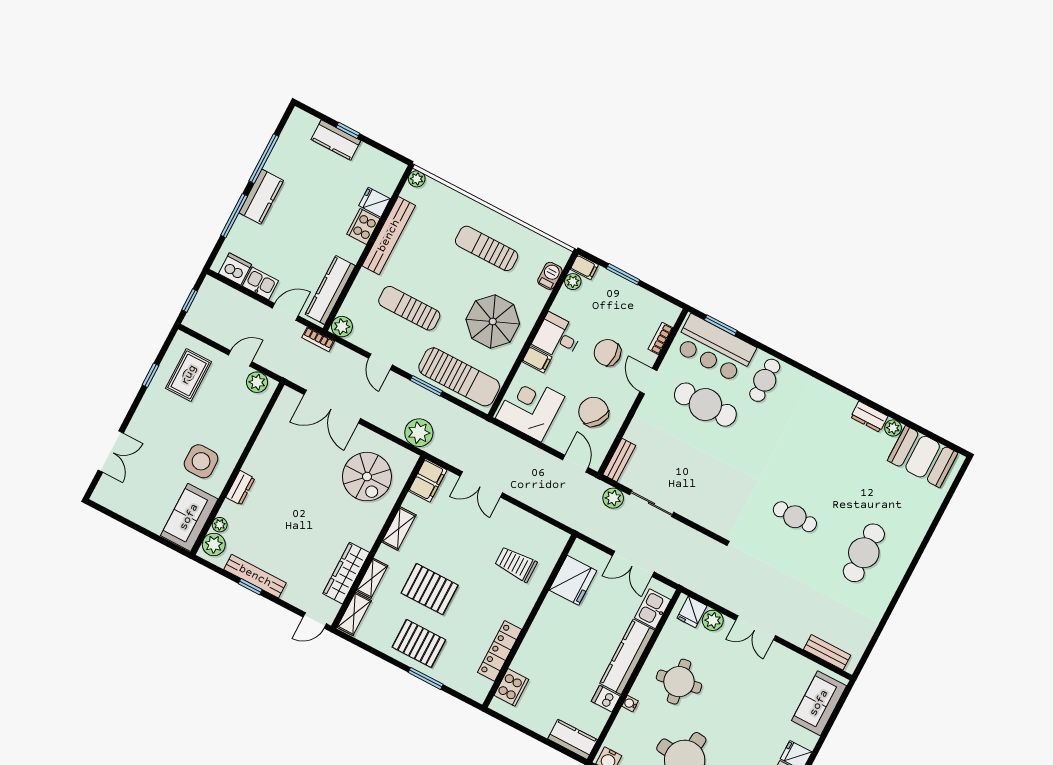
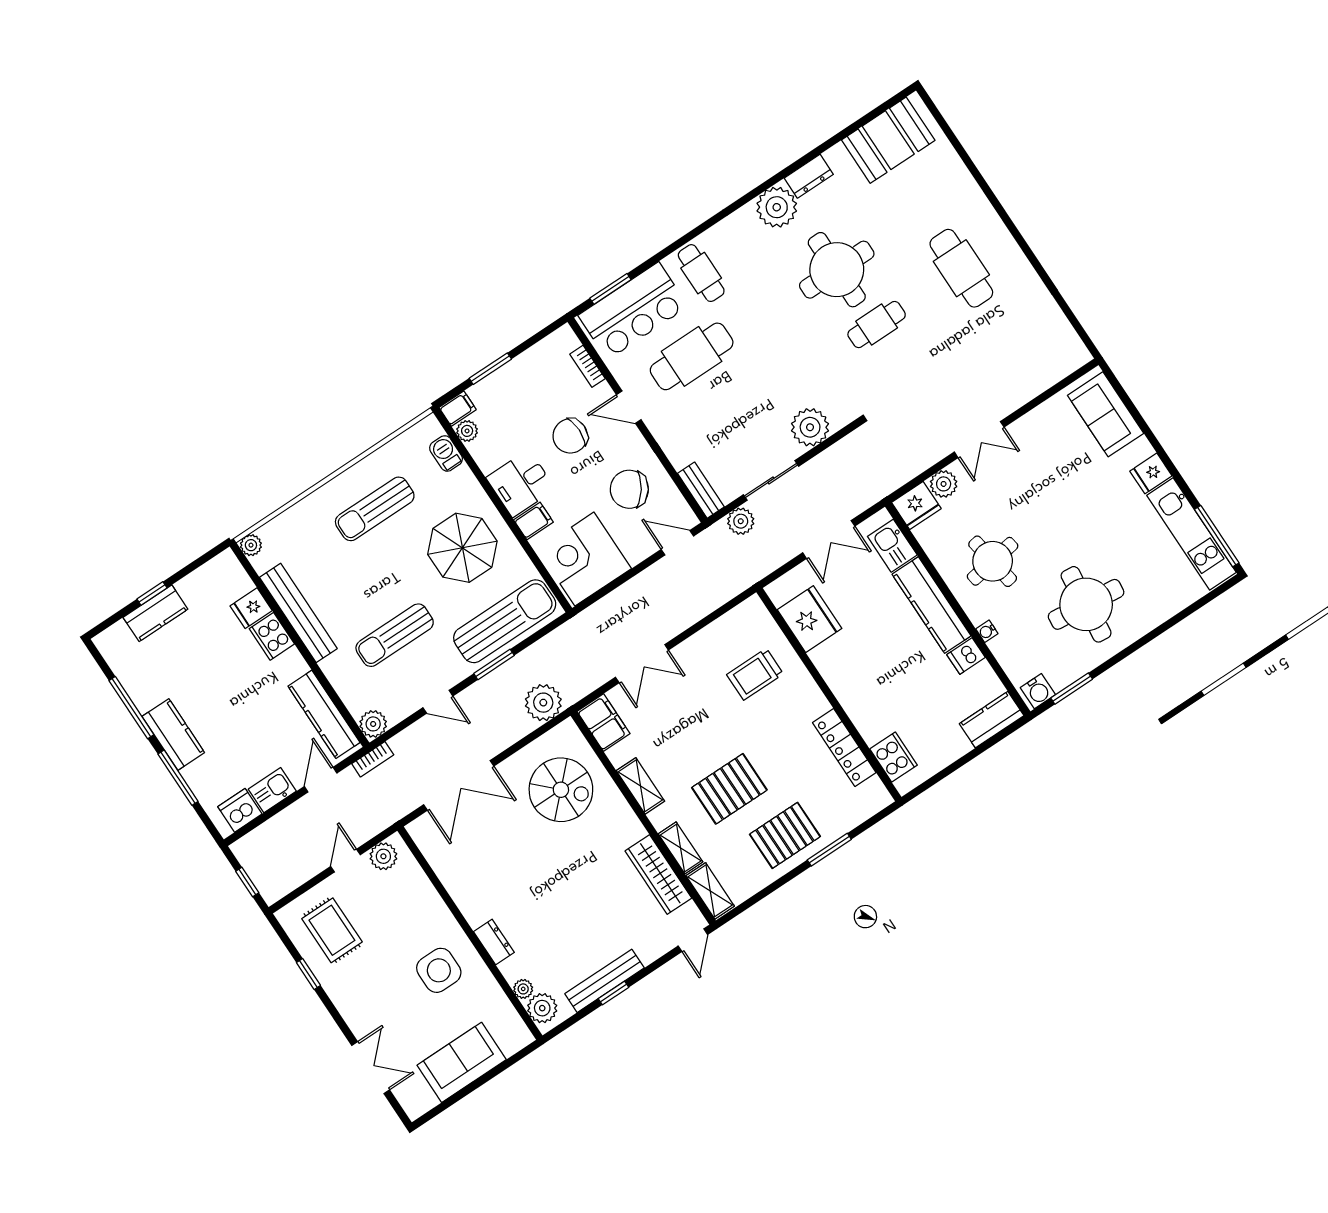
plant: (893, 428) -> (777, 207), moved, width x1.88, depth x1.88
round table: (817, 470) -> (837, 270), added
plant: (702, 510) -> (810, 427), added
sofa: (189, 517) -> (462, 1062), moved, turned 90
fridge: (692, 612) -> (916, 506), width x1.38
bench: (827, 652) -> (1052, 373), removed

